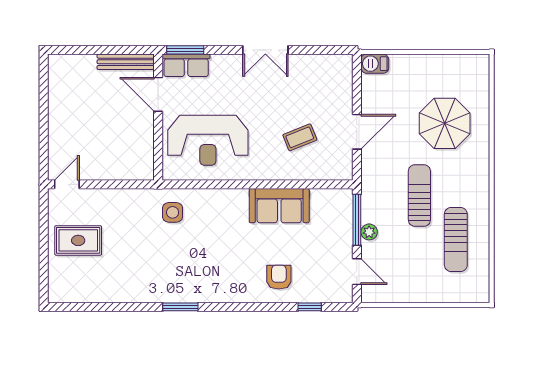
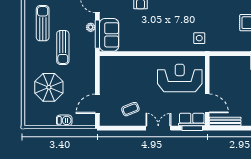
double door: (265, 50) -> (158, 128), moved
barbecue: (375, 64) -> (64, 120), moved
door: (357, 132) -> (97, 104), moved
coffee table: (300, 137) -> (130, 109), moved
sofa: (279, 206) -> (109, 35), moved, turned 90

